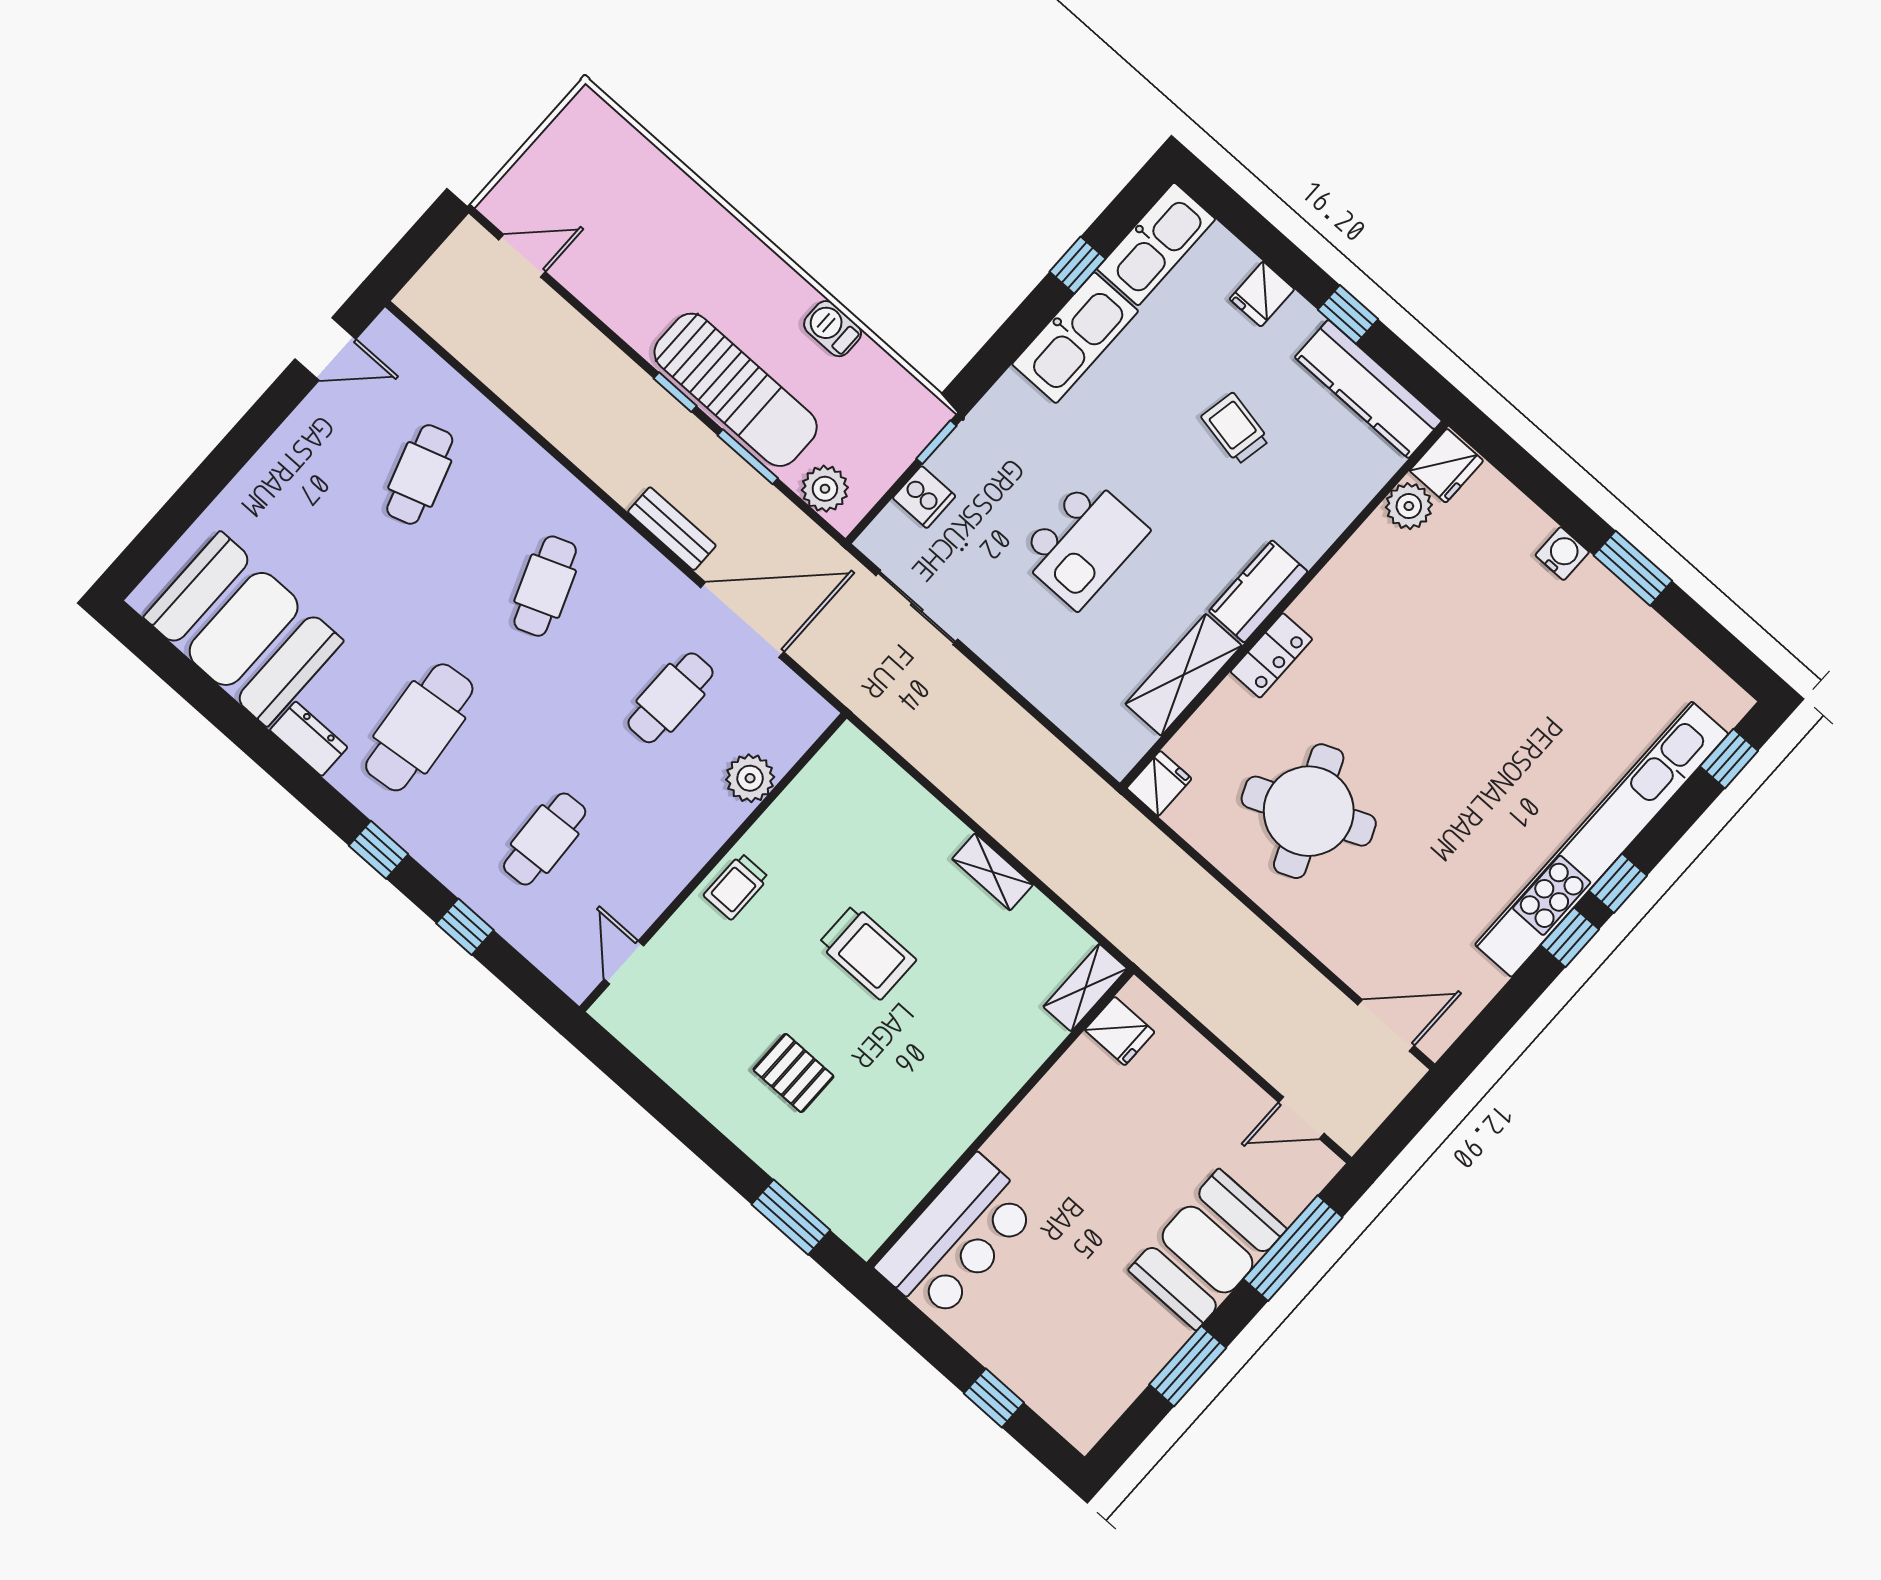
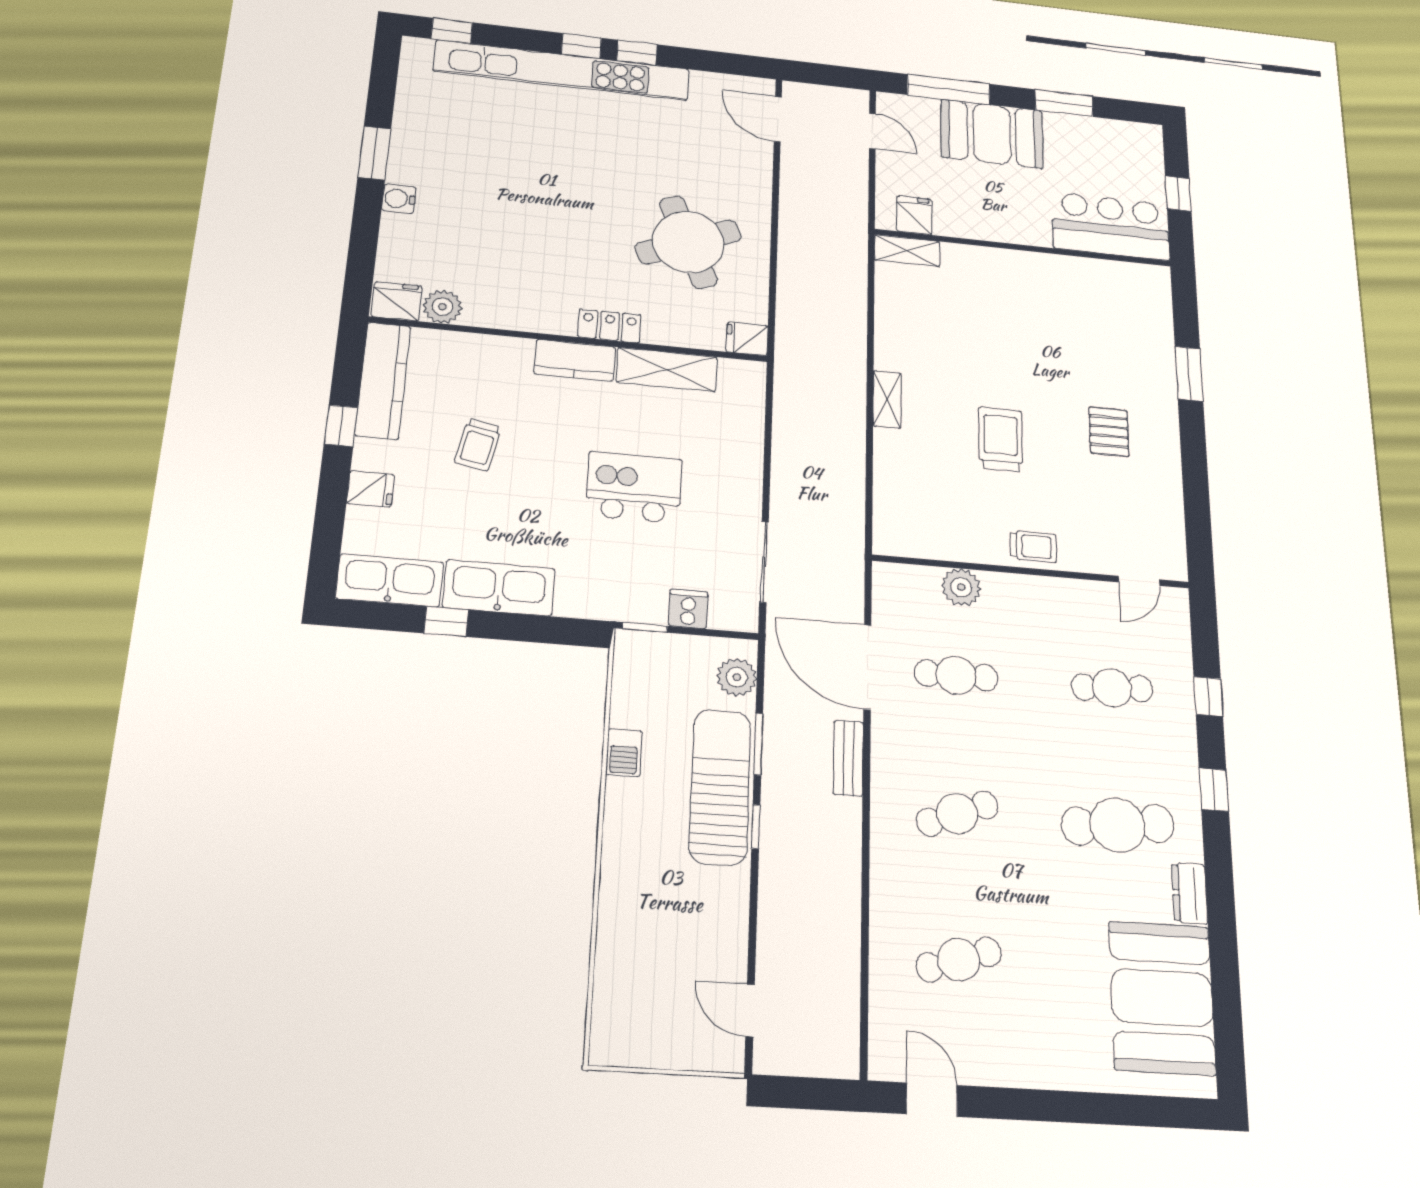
shelving: (1085, 988) -> (907, 251), moved
fridge: (1120, 1031) -> (914, 215), moved
wall: (1000, 1118) -> (1024, 248), moved
bar counter: (957, 1238) -> (1111, 226), moved

